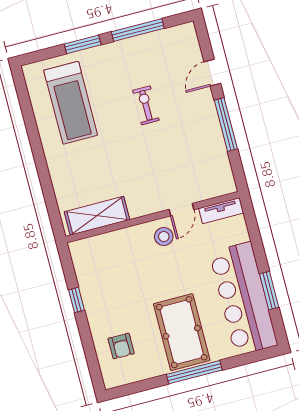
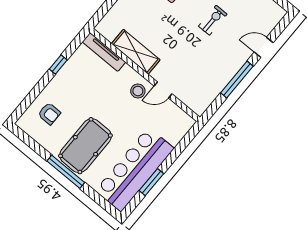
tv unit: (221, 211) -> (104, 52), moved, width x1.41
shelving: (97, 216) -> (136, 52), moved
armchair: (121, 346) -> (49, 114), turned -90

